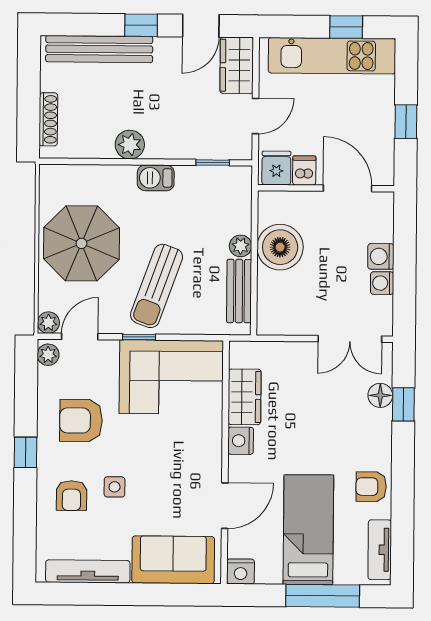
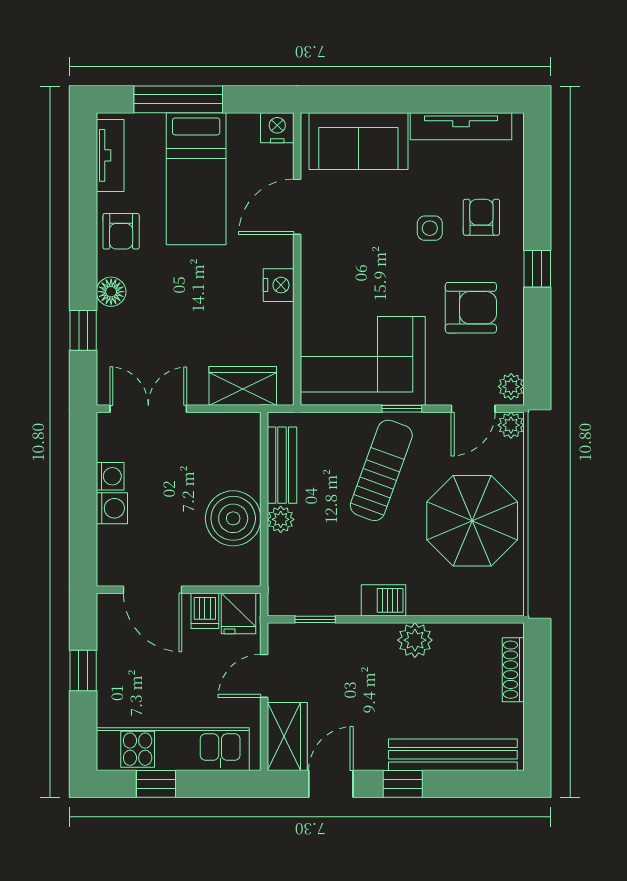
floor lamp: (380, 395) -> (111, 292), moved
wardrobe: (245, 397) -> (243, 386), moved, turned 90
armchair: (371, 487) -> (121, 231), turned 90

